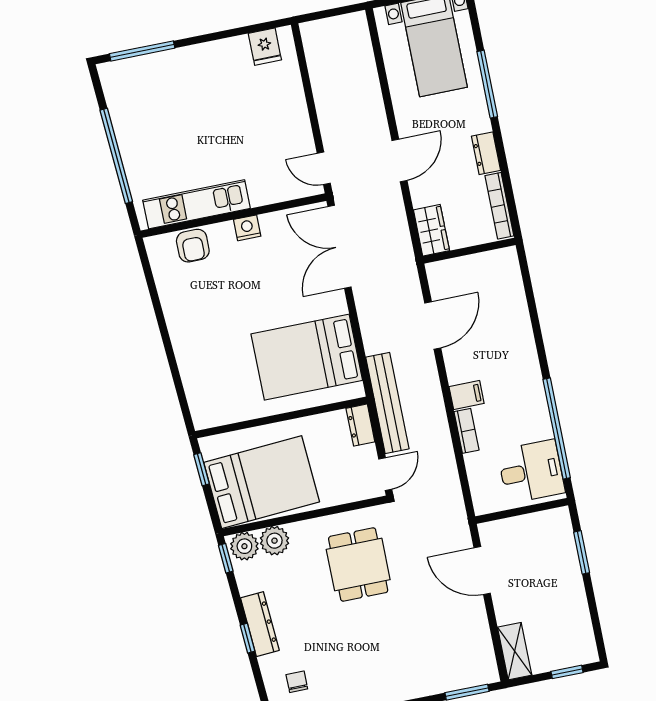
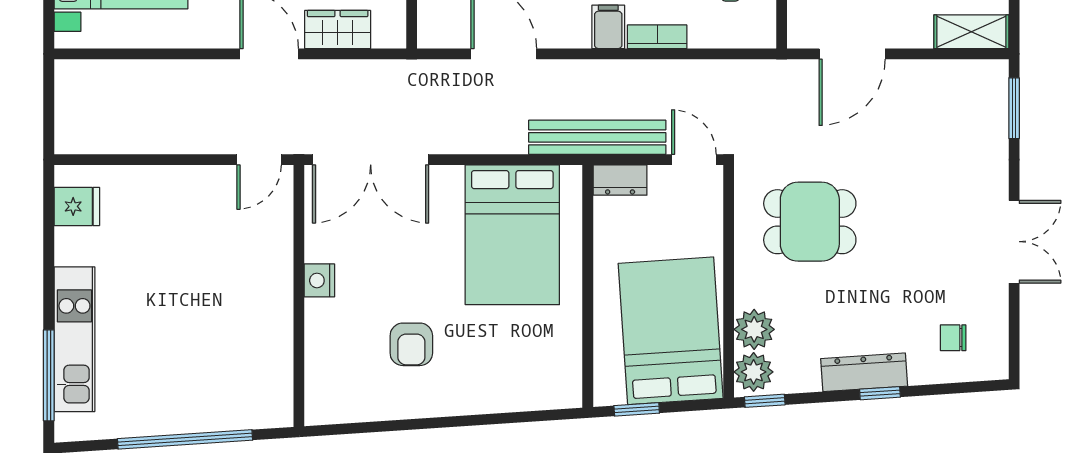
kitchen unit: (197, 204) -> (74, 339), moved, turned 180
wardrobe: (431, 230) -> (338, 30), moved
armchair: (193, 246) -> (411, 344), moved, turned 90

